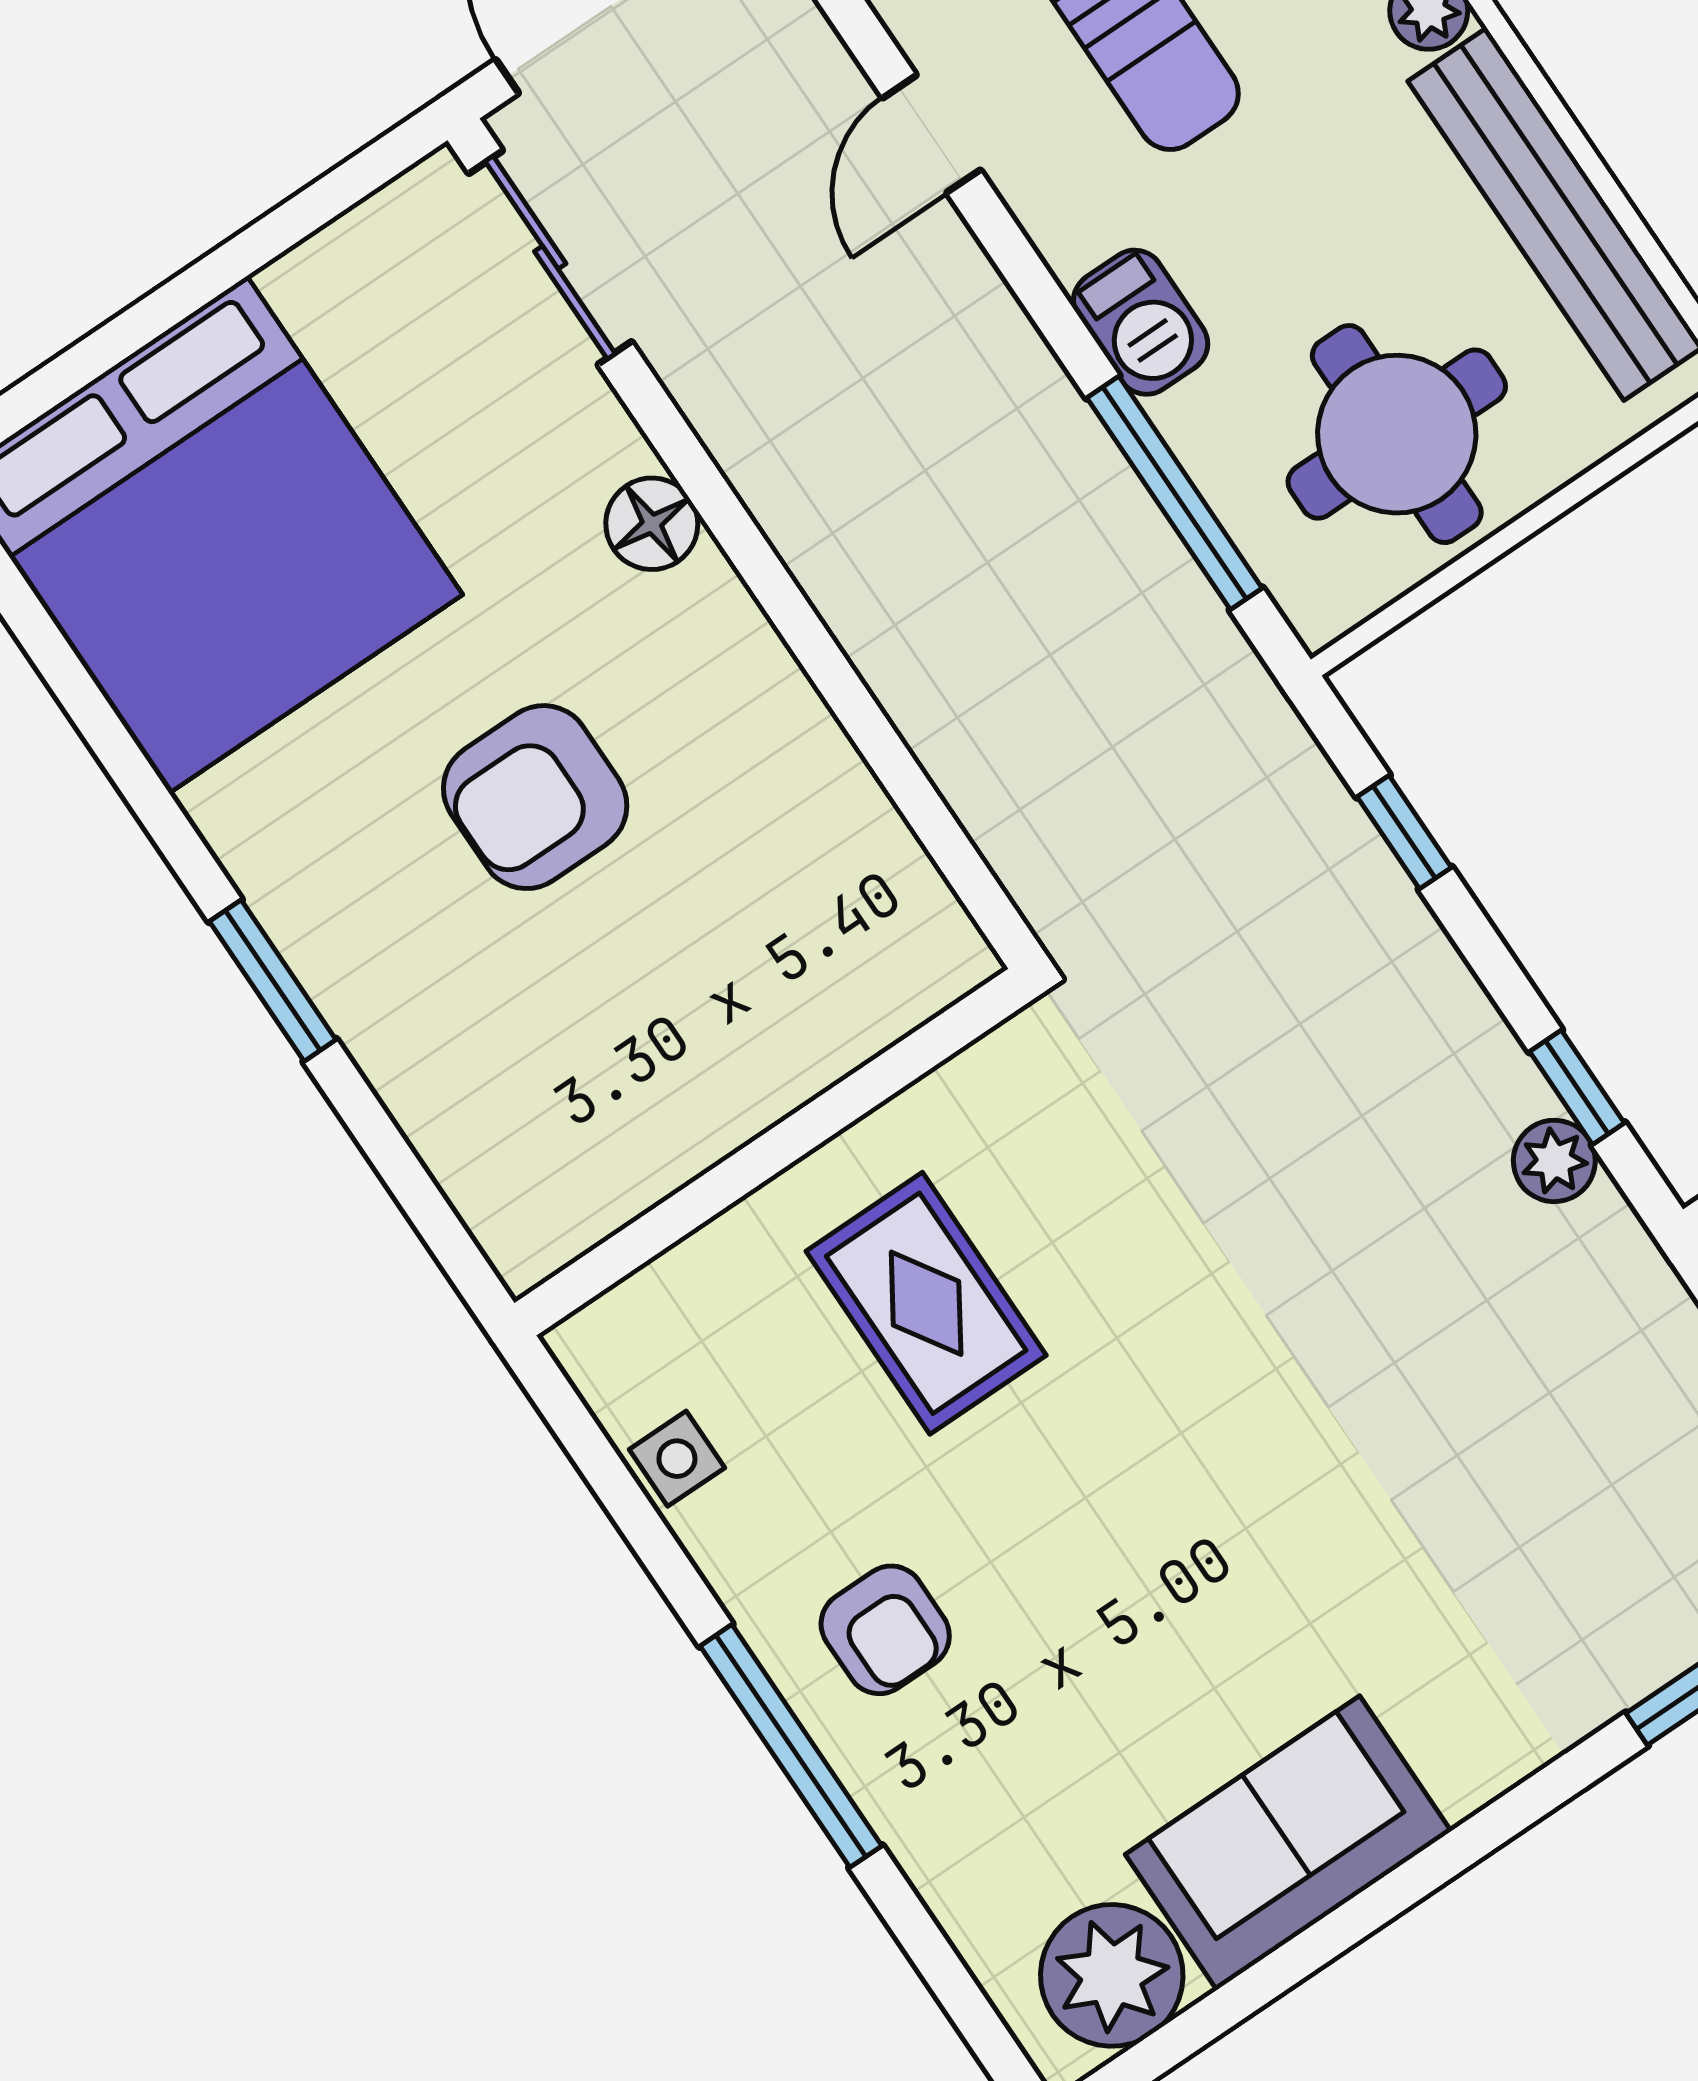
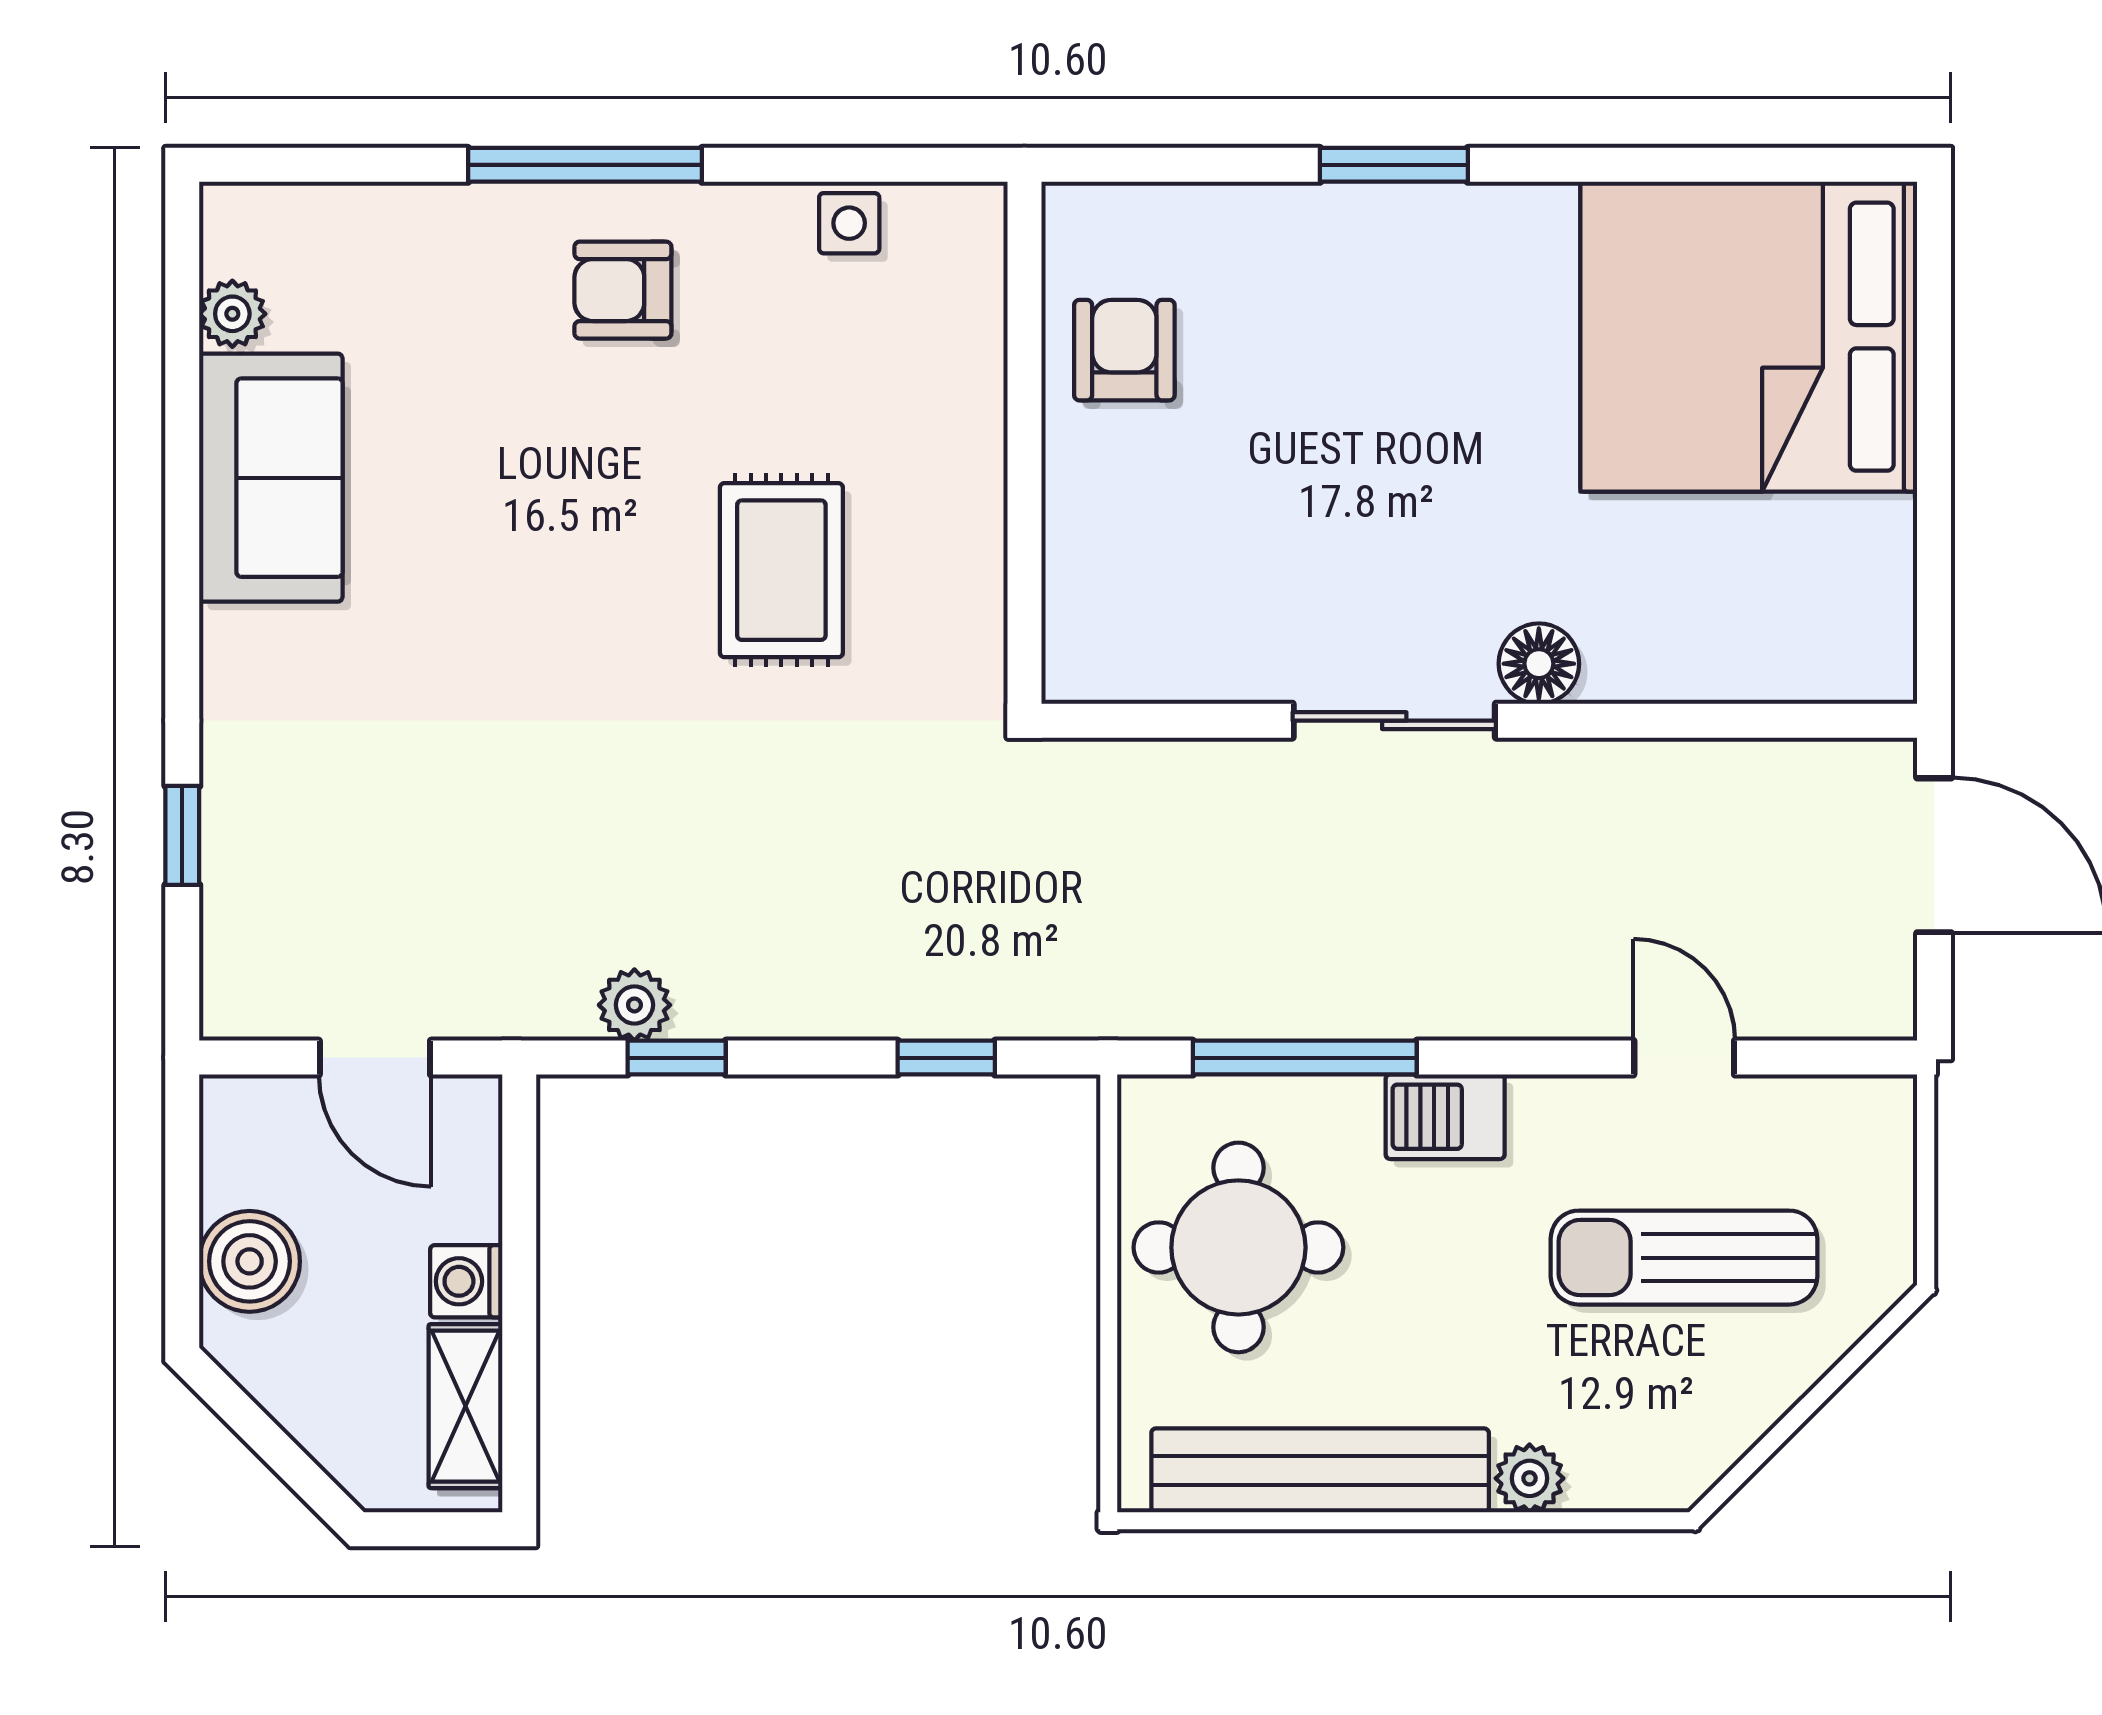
sliding door: (550, 257) -> (1394, 721), moved
armchair: (535, 797) -> (1124, 350), moved, width x0.72, depth x0.72
rug: (926, 1303) -> (781, 570), moved, turned 90
plant: (1112, 1975) -> (232, 314), width x0.53, depth x0.53

